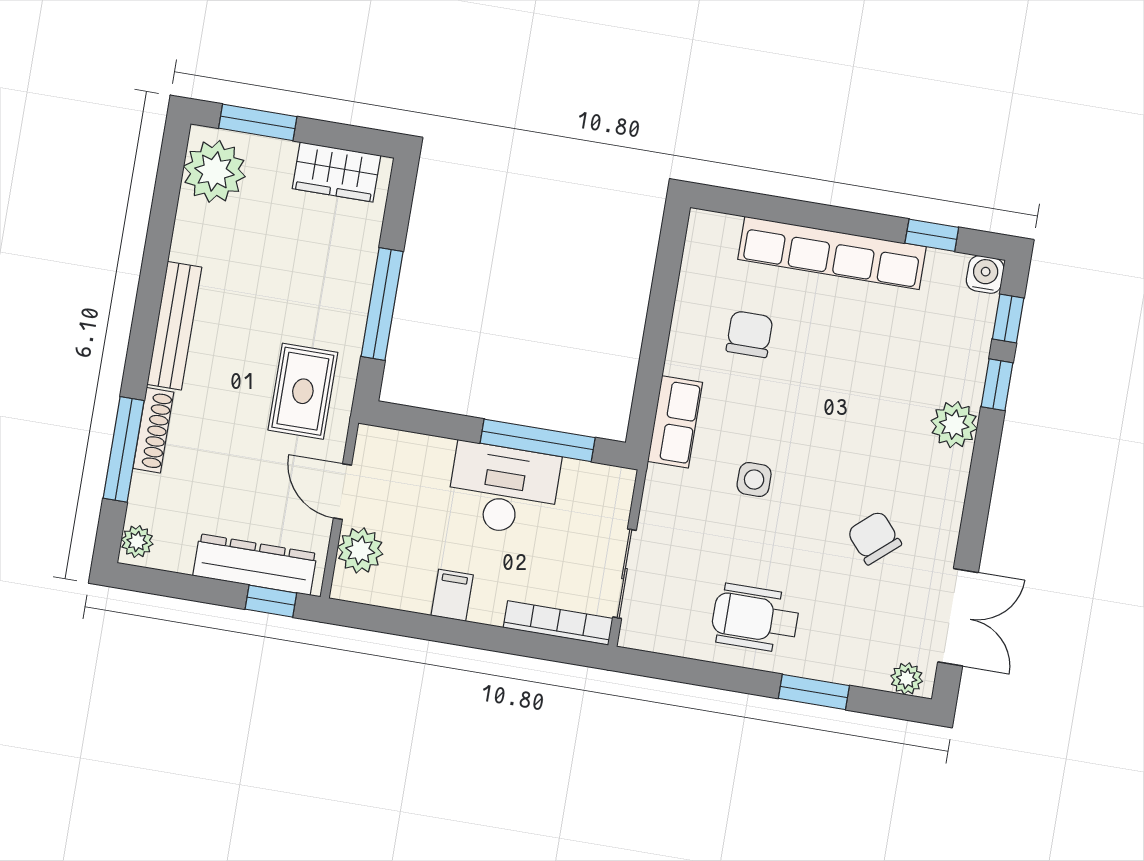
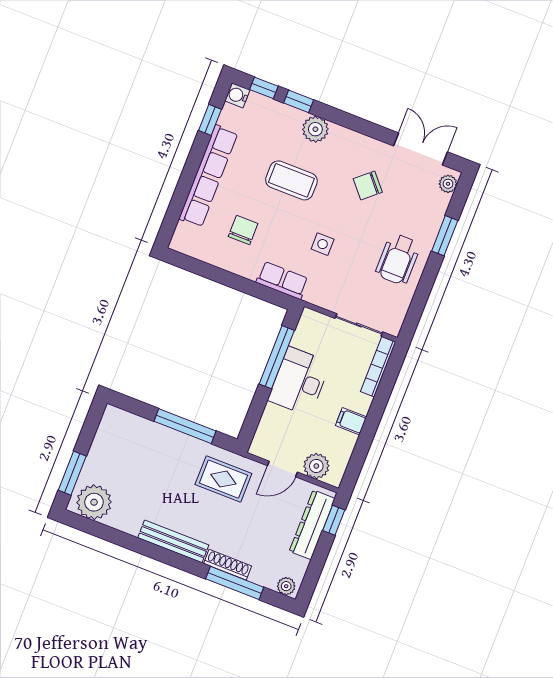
wardrobe: (337, 172) -> (108, 436), removed
chair: (750, 334) -> (243, 230), turned 90
coffee table: (855, 401) -> (291, 180), added

